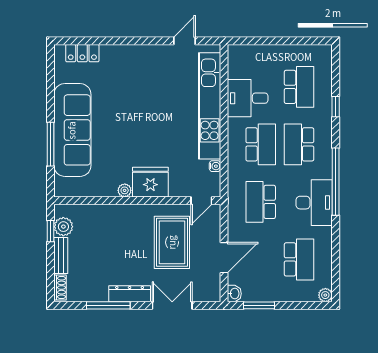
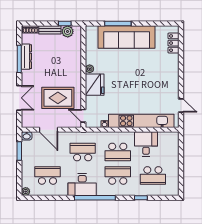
school desk: (299, 259) -> (47, 175), turned 180
dresser: (130, 294) -> (26, 57), moved

